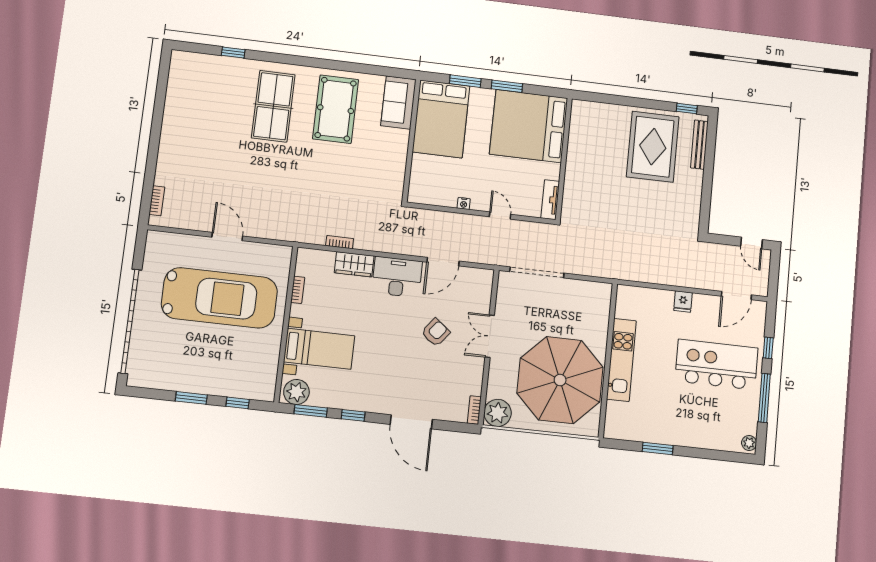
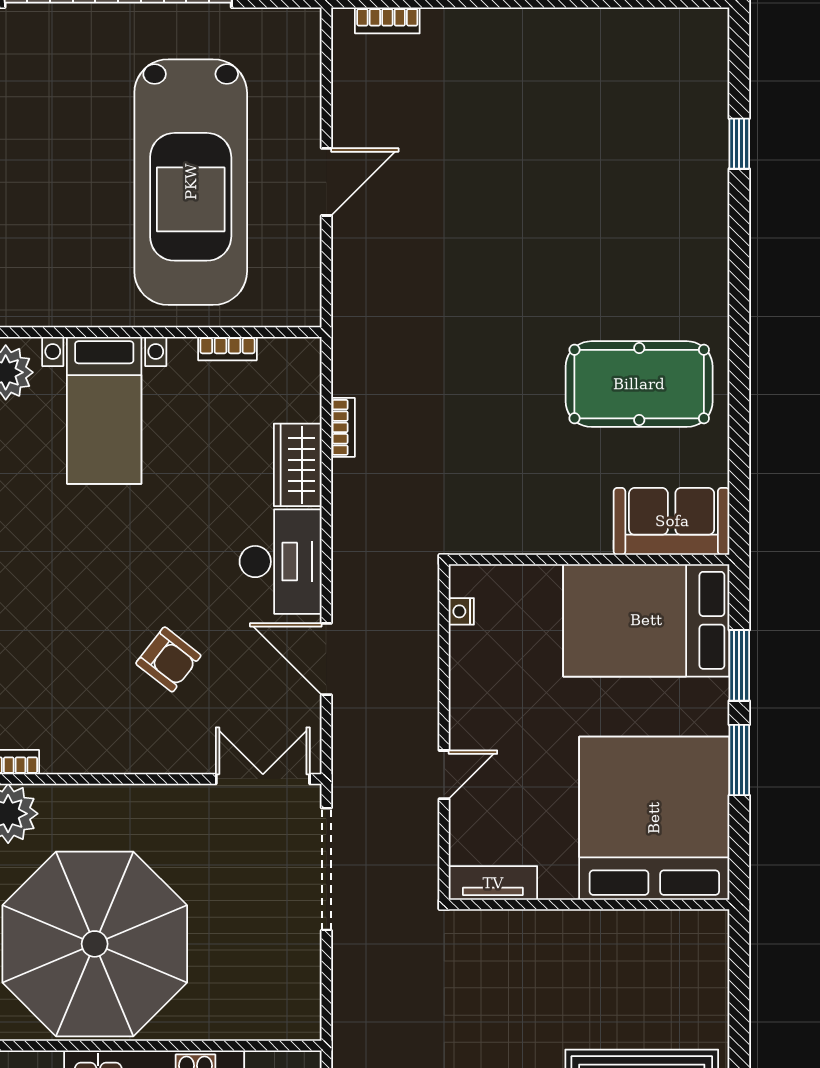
table tennis table: (273, 106) -> (629, 246), removed
nightstand: (464, 204) -> (461, 611), moved
double door: (490, 336) -> (263, 779), moved

